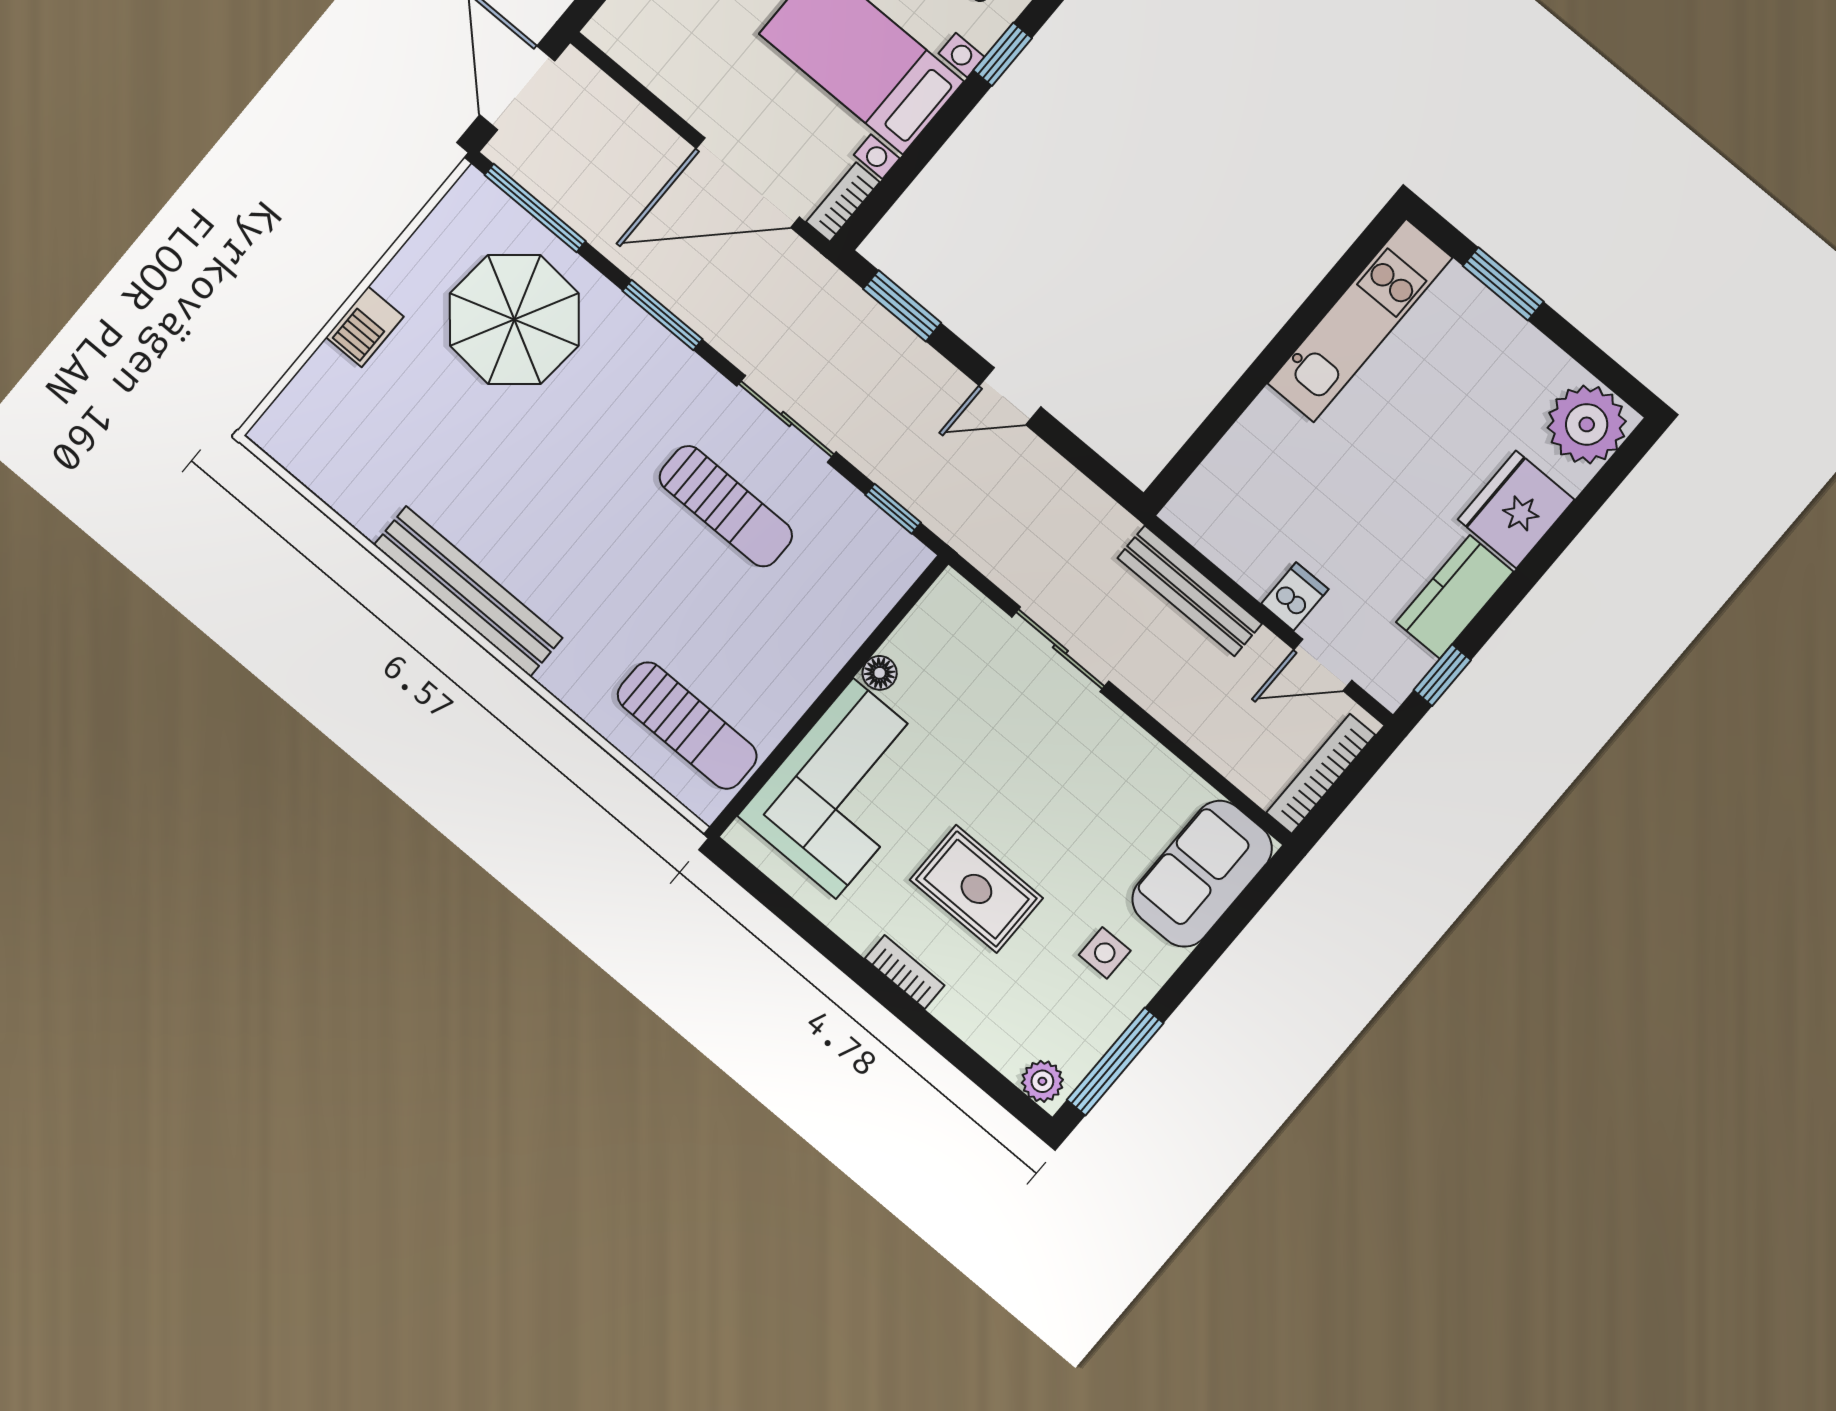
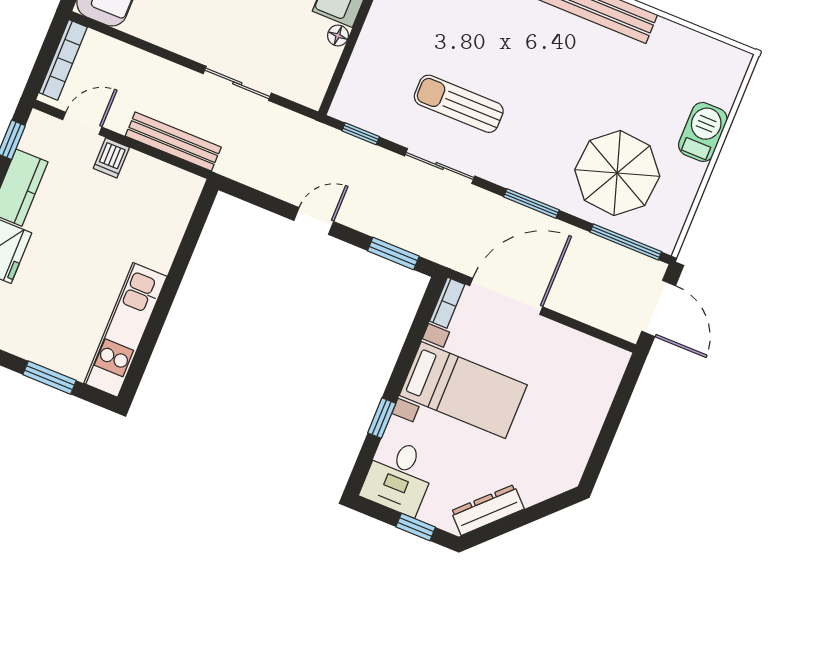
barbecue: (365, 327) -> (703, 132), width x1.38, depth x1.27

